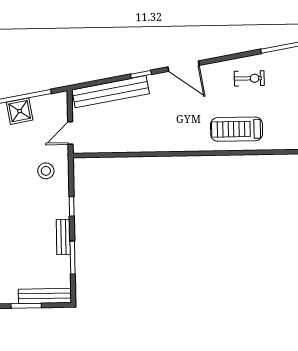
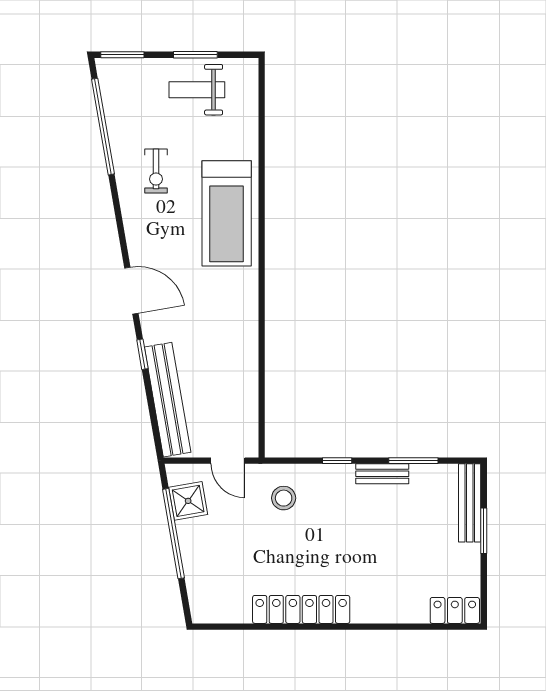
door: (183, 66) -> (131, 291), hinge flipped
exercise bike: (249, 78) -> (156, 171), moved, turned 180
shower: (20, 111) -> (188, 501), moved
treadmill: (237, 129) -> (227, 213), width x1.37, depth x1.38

